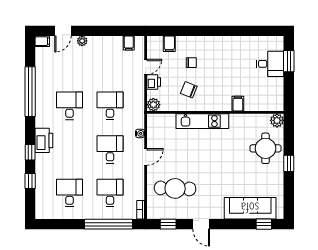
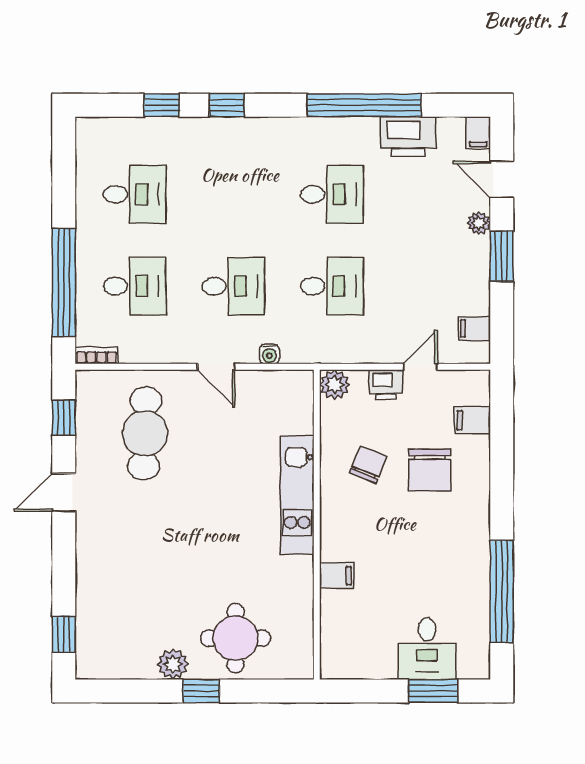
window: (97, 31) -> (502, 256), added
window: (245, 31) -> (502, 591), added
chair: (191, 63) -> (430, 470), width x1.87, depth x1.87
door: (146, 67) -> (420, 367), swing flipped
plant: (277, 120) -> (173, 664), moved
printer: (44, 140) -> (408, 136), moved
sofa: (250, 208) -> (100, 604), removed

